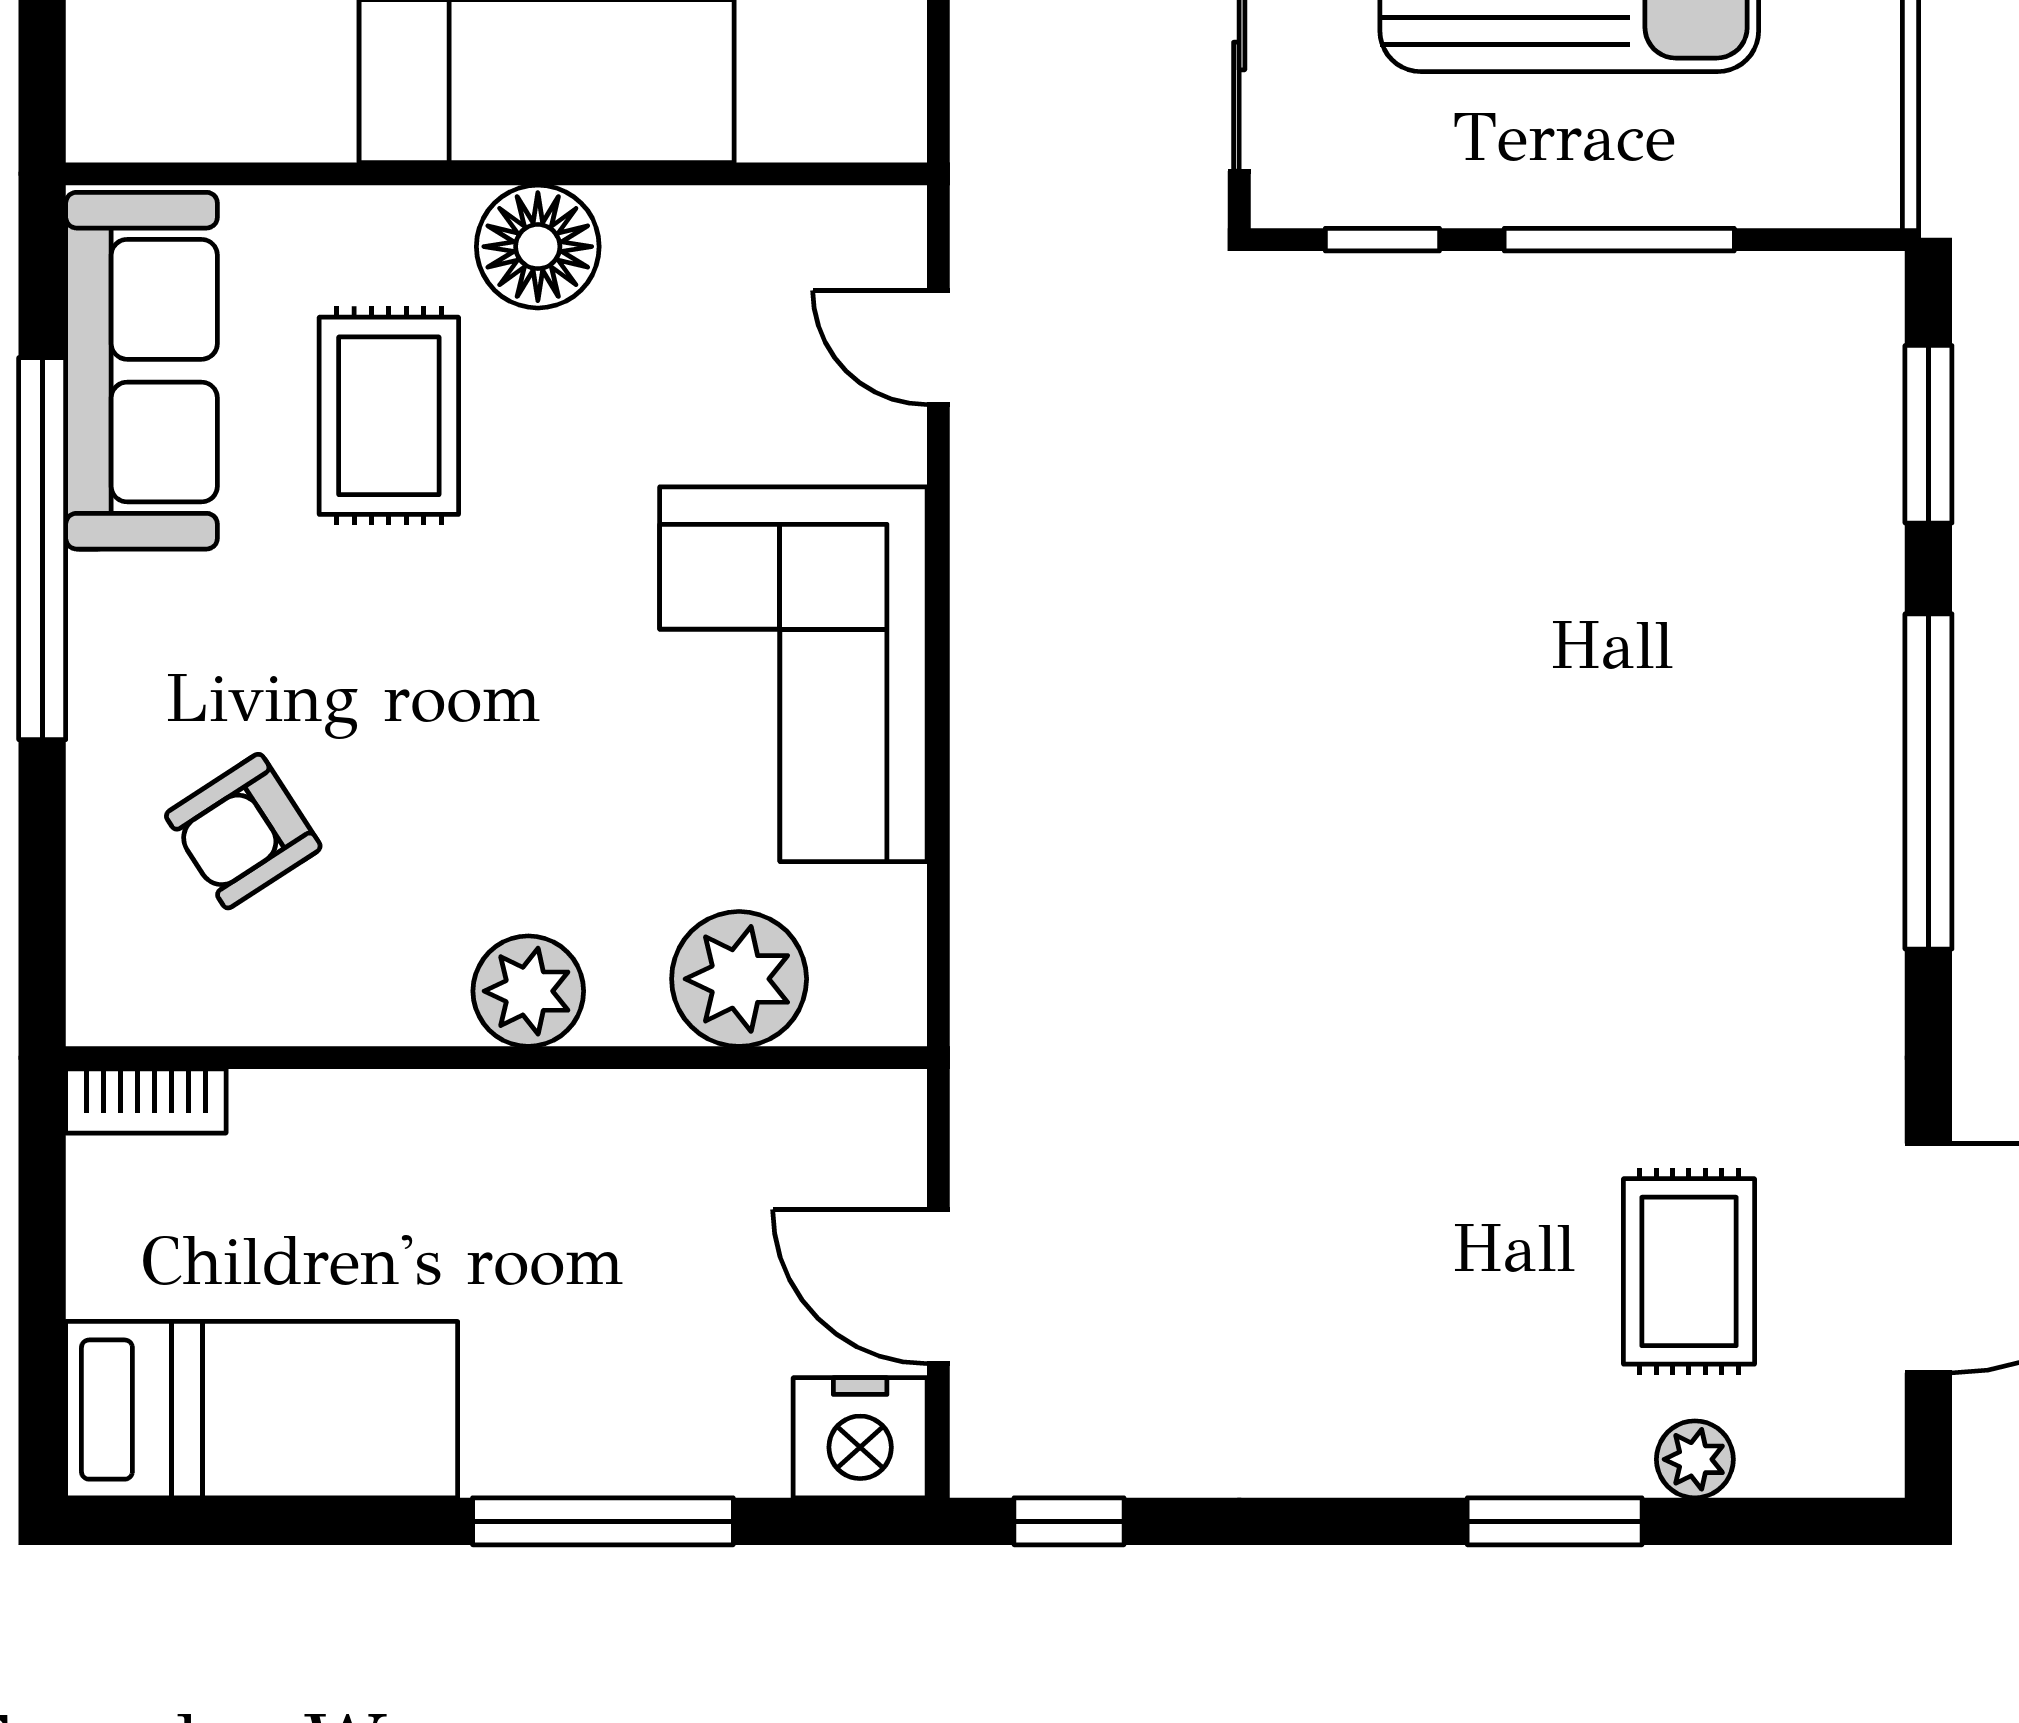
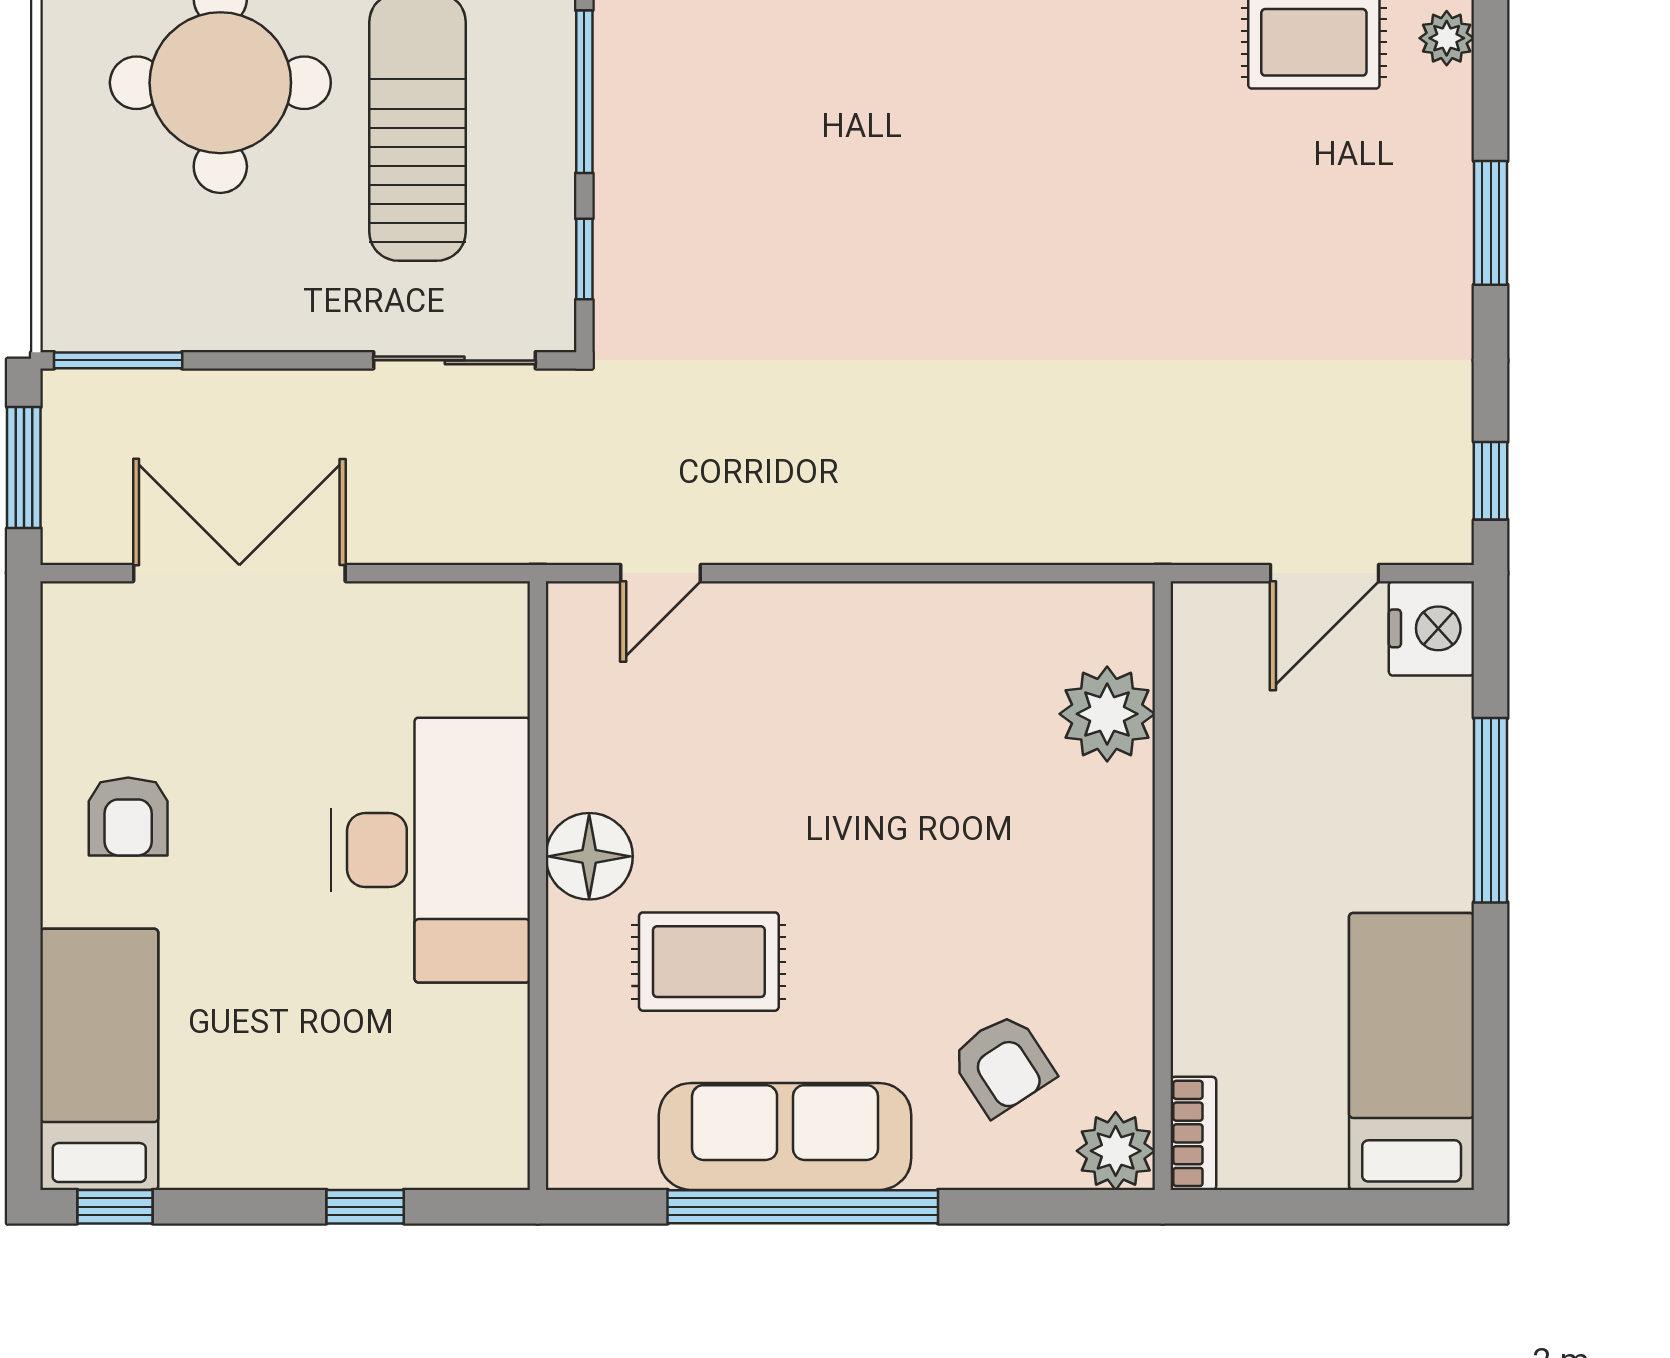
sofa: (142, 371) -> (785, 1136), moved
corner sofa: (793, 674) -> (892, 676), removed
plant: (528, 991) -> (1116, 1151), moved
window: (1555, 1521) -> (1491, 223), moved

